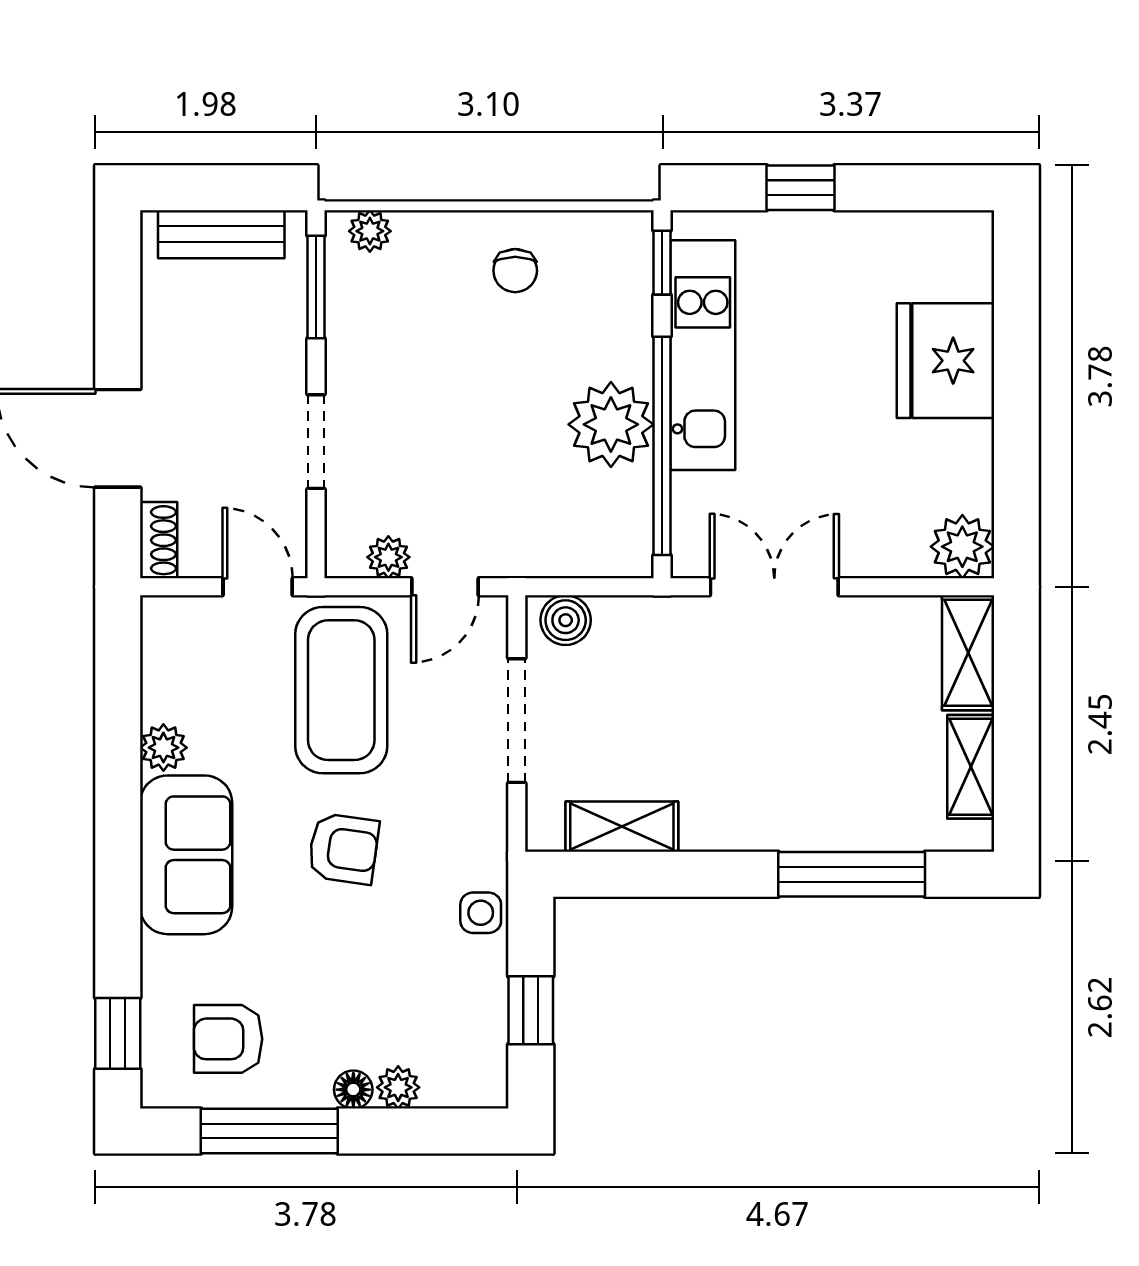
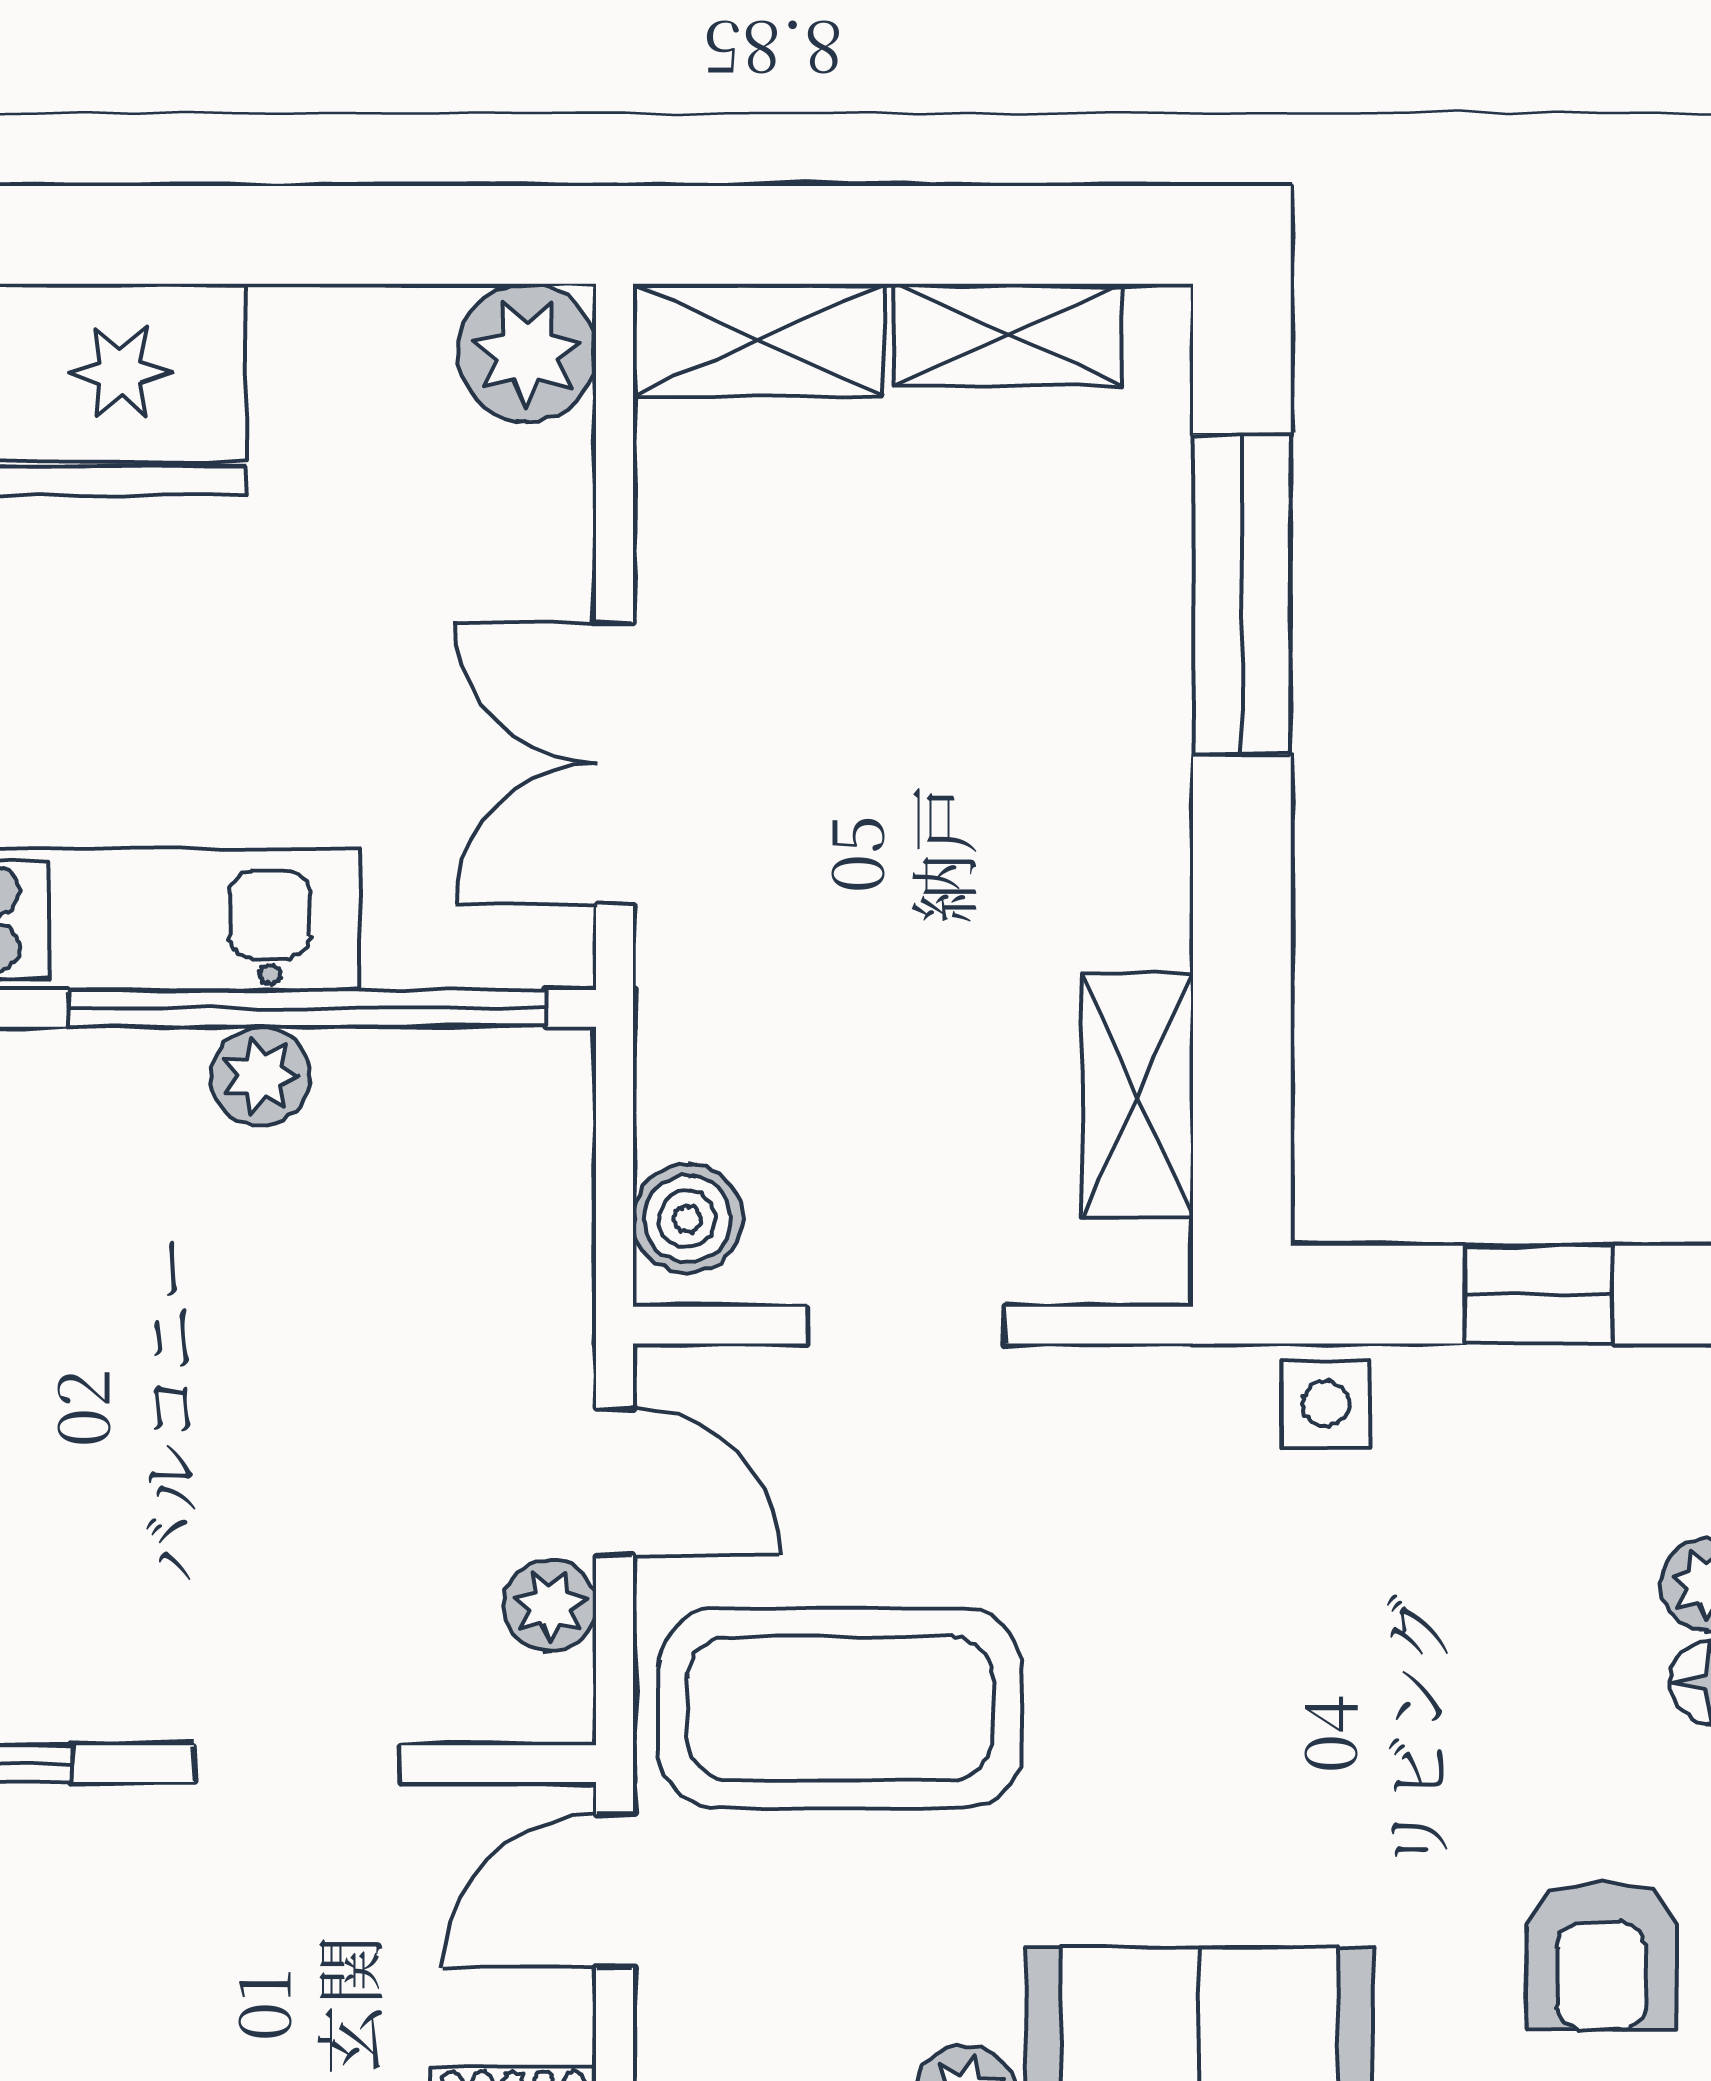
plant: (611, 424) -> (260, 1076), width x0.53, depth x0.53
doorway: (517, 721) -> (906, 1325), width x0.73
armchair: (343, 849) -> (1186, 1704), removed

